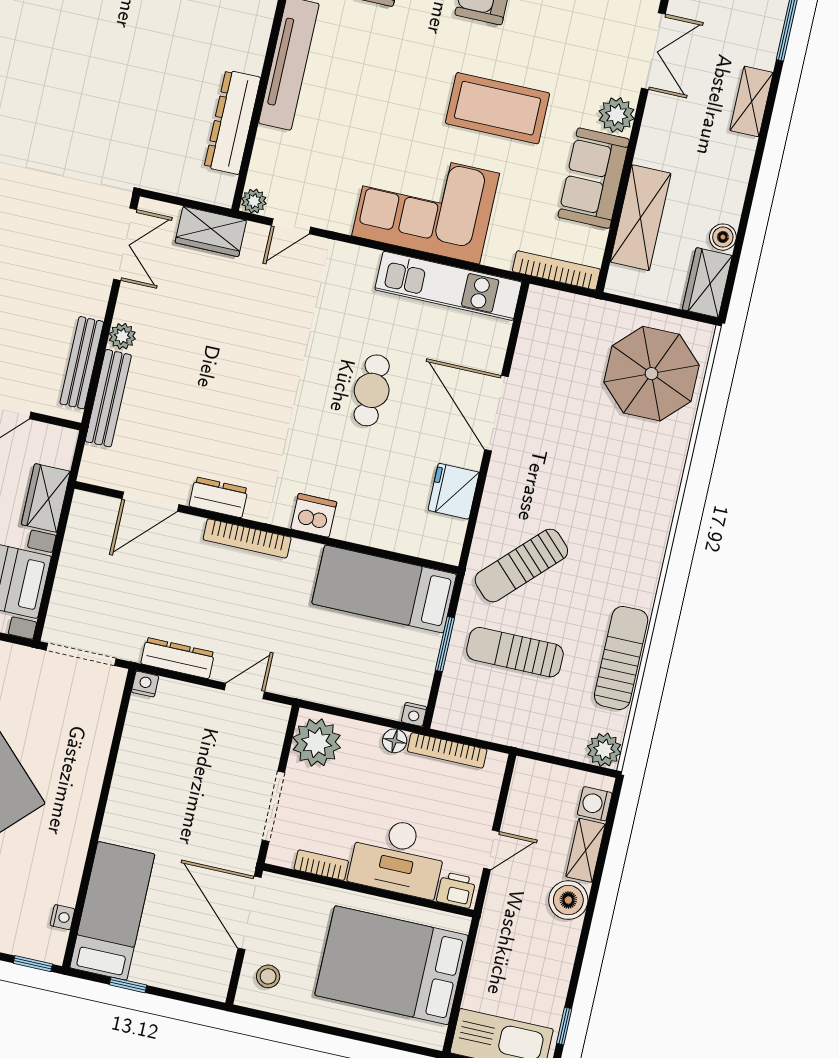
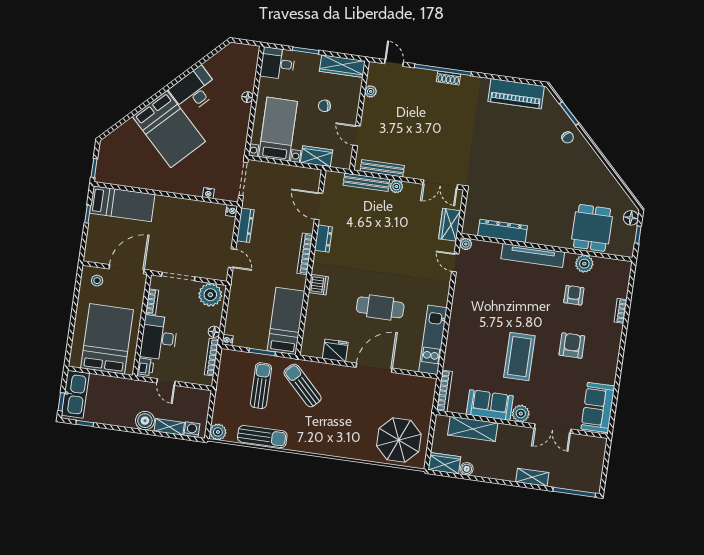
corner sofa: (426, 205) -> (471, 326), removed
cafe table: (372, 390) -> (380, 307), width x1.37, depth x1.35
nightstand: (62, 917) -> (208, 193), moved

